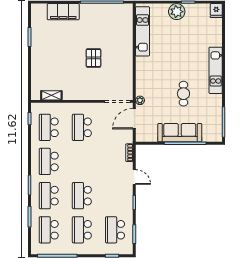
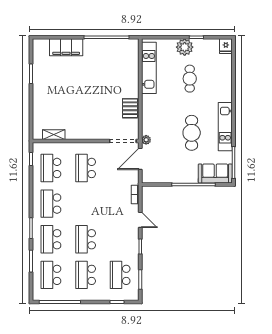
cafe table: (182, 42) -> (190, 79), added
pallet: (93, 58) -> (130, 108), moved
kitchen unit: (216, 70) -> (225, 127), moved
cafe table: (183, 94) -> (192, 133), width x1.37, depth x1.35
sofa: (180, 133) -> (215, 173), moved, width x0.73

